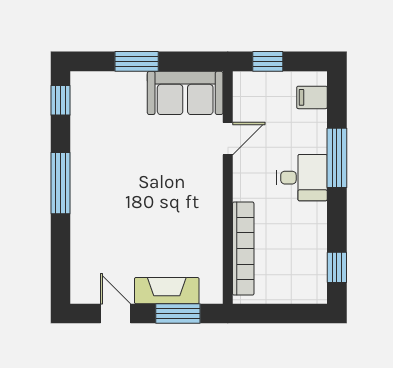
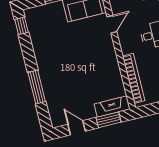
window: (60, 183) -> (37, 87), moved
fireplace: (167, 291) -> (112, 107), moved

